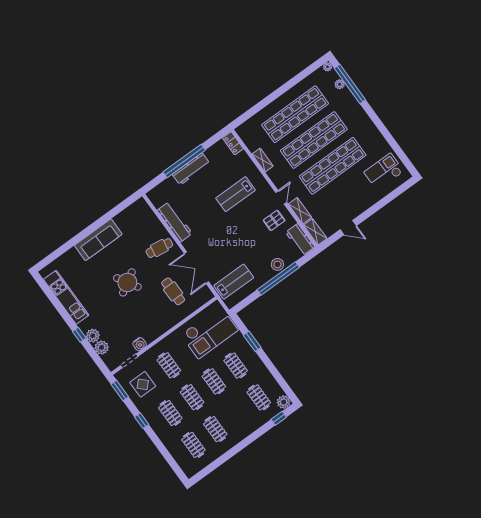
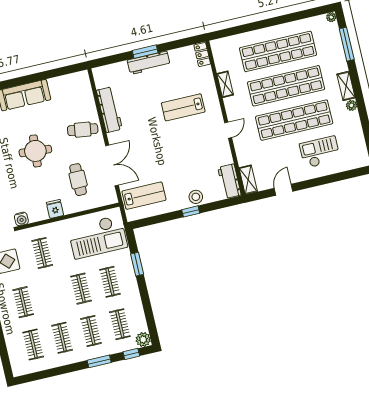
plant: (340, 84) -> (351, 105), moved
window: (350, 84) -> (347, 44), width x0.68
window: (184, 161) -> (145, 52), width x0.47
checkout: (384, 172) -> (320, 152), moved
shelving: (300, 211) -> (346, 86), moved
pallet: (274, 220) -> (211, 151), removed
door: (348, 228) -> (284, 190), swing flipped
double door: (196, 268) -> (112, 165), swing flipped
window: (278, 278) -> (191, 211), width x0.32
round table: (127, 282) -> (35, 151), turned 36
fridge: (164, 324) -> (55, 209), added
clothes rail: (192, 397) -> (91, 331), moved
window: (255, 436) -> (99, 361), added

